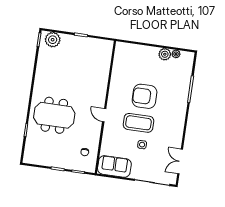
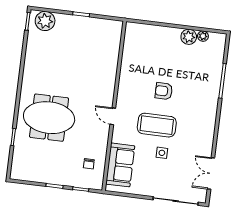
armchair: (145, 96) -> (164, 91), width x0.53, depth x0.53
sofa: (114, 166) -> (120, 165), moved, turned 90

